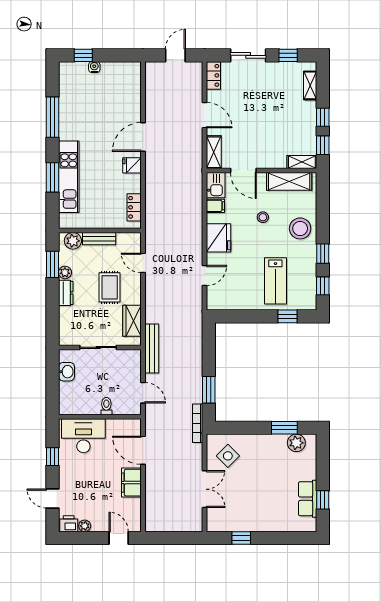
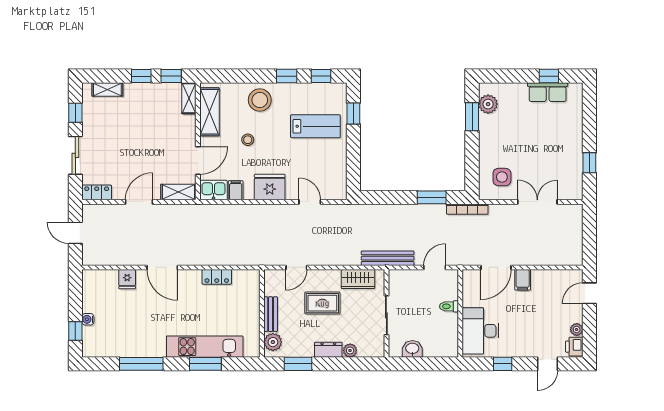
fridge: (132, 165) -> (127, 279), moved
locker: (134, 207) -> (217, 277), moved
plant: (65, 272) -> (350, 350), moved
side table: (228, 456) -> (502, 177), turned 45
filing cabinet: (131, 483) -> (523, 280), width x0.50

